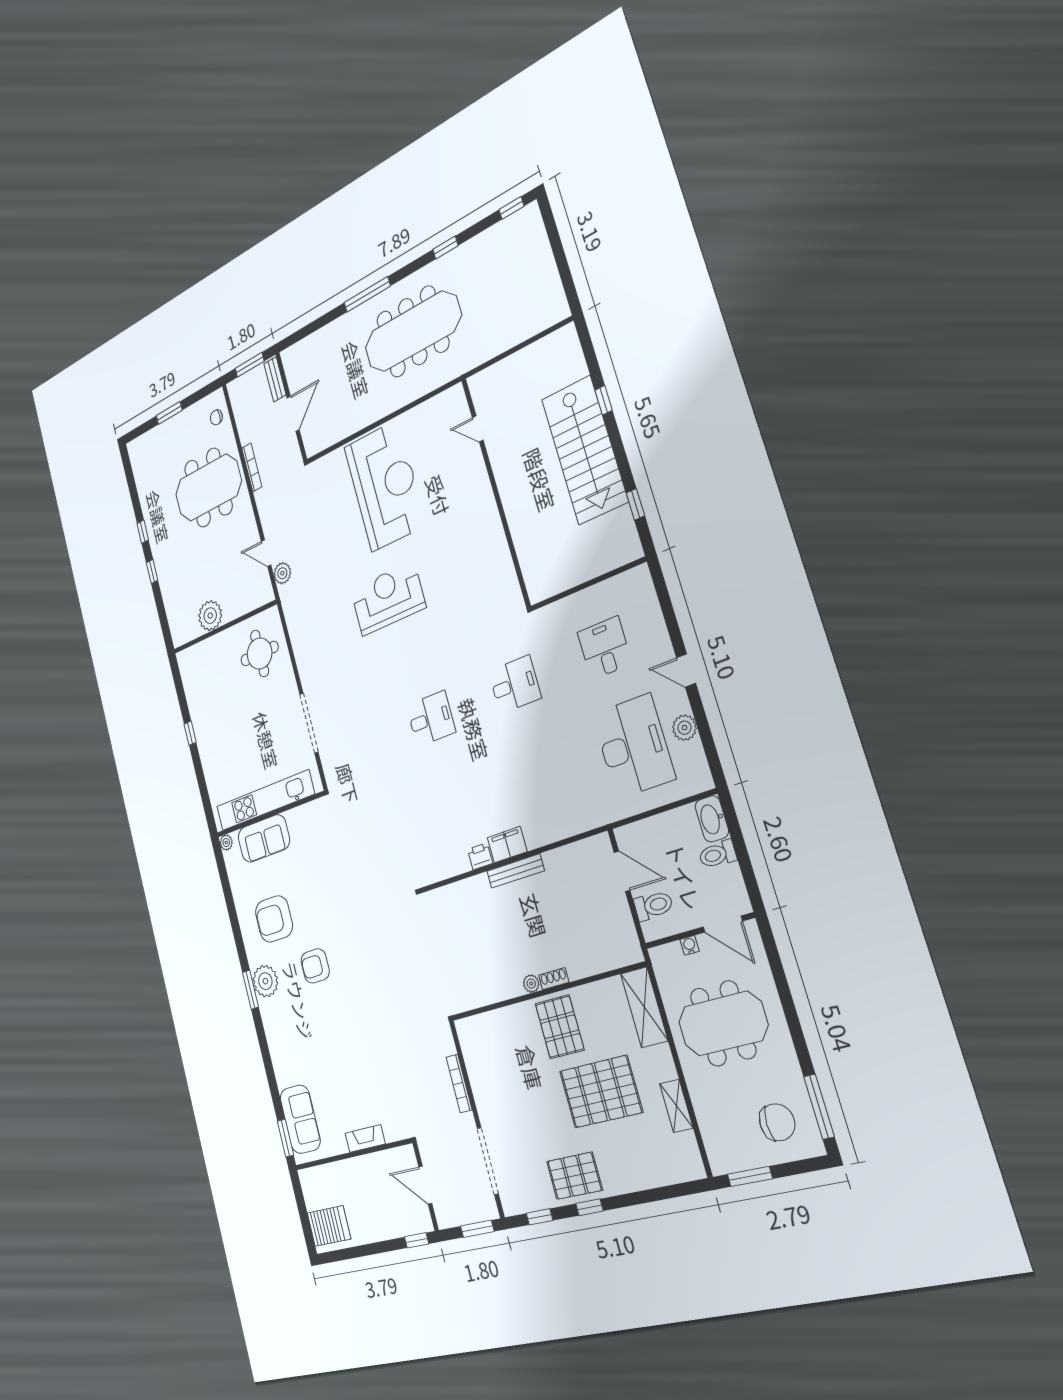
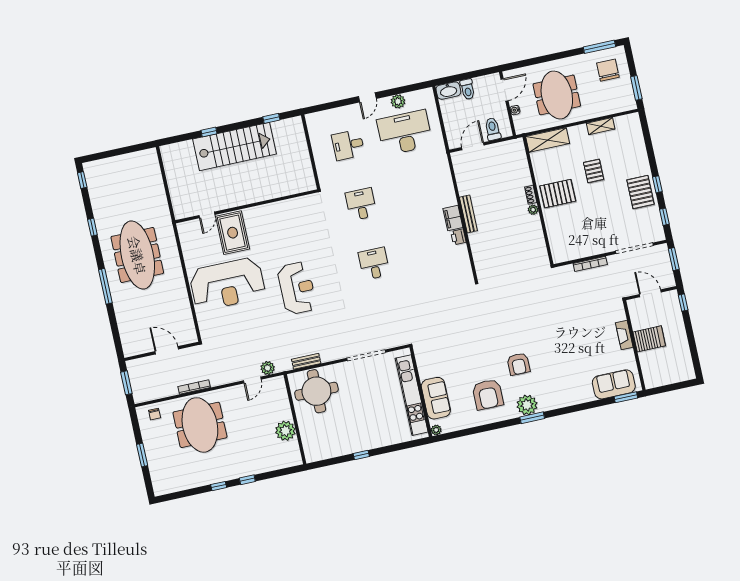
bench: (275, 379) -> (306, 361), moved
rug: (456, 477) -> (233, 233), added
reception desk: (385, 486) -> (227, 284), turned 180
reception desk: (388, 598) -> (297, 288), turned 180
round table: (260, 654) -> (316, 391), width x1.36, depth x1.36
pallet: (601, 1092) -> (594, 171), width x0.49, depth x0.50
door: (425, 1185) -> (650, 293), swing flipped
server rack: (329, 1226) -> (649, 339), moved, turned 90

